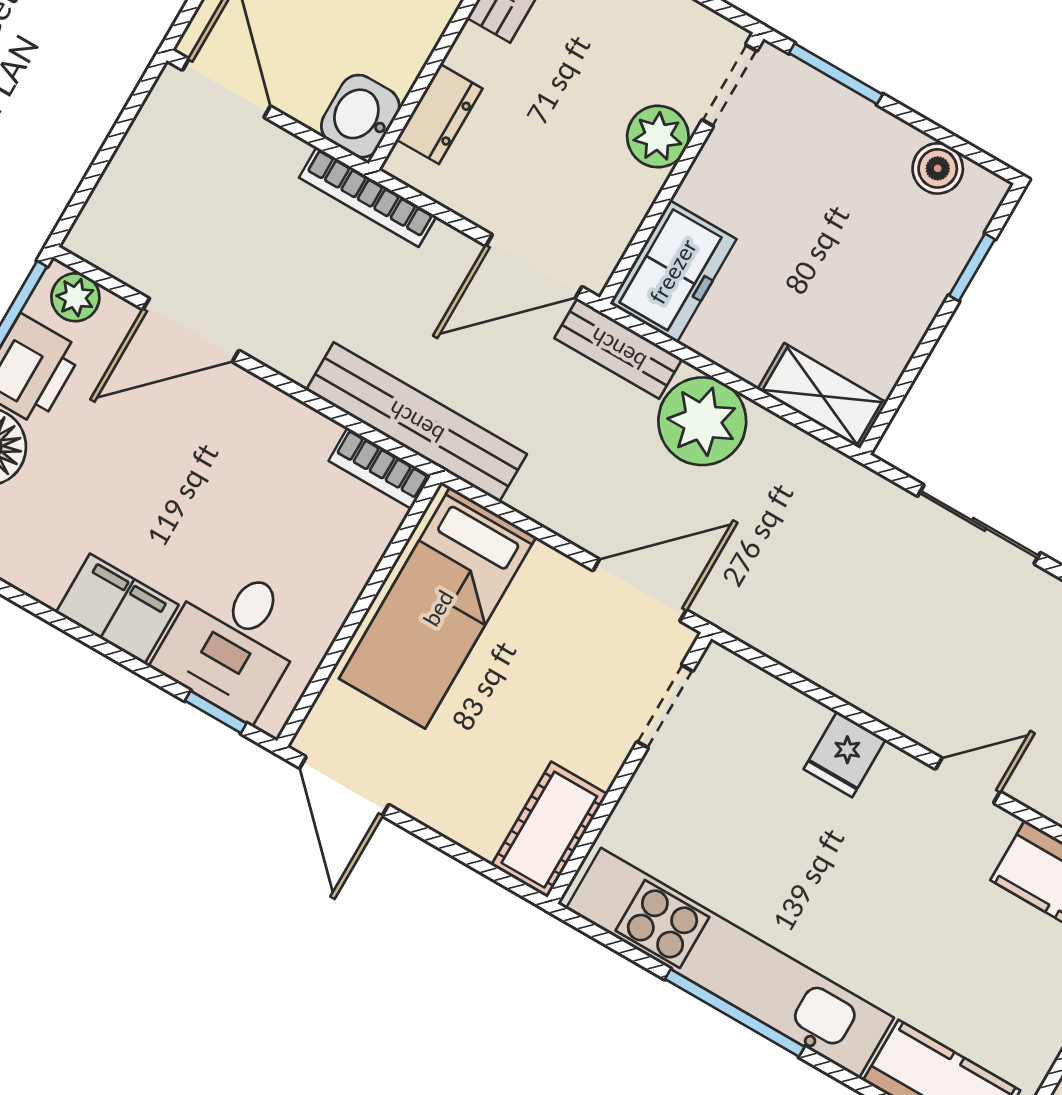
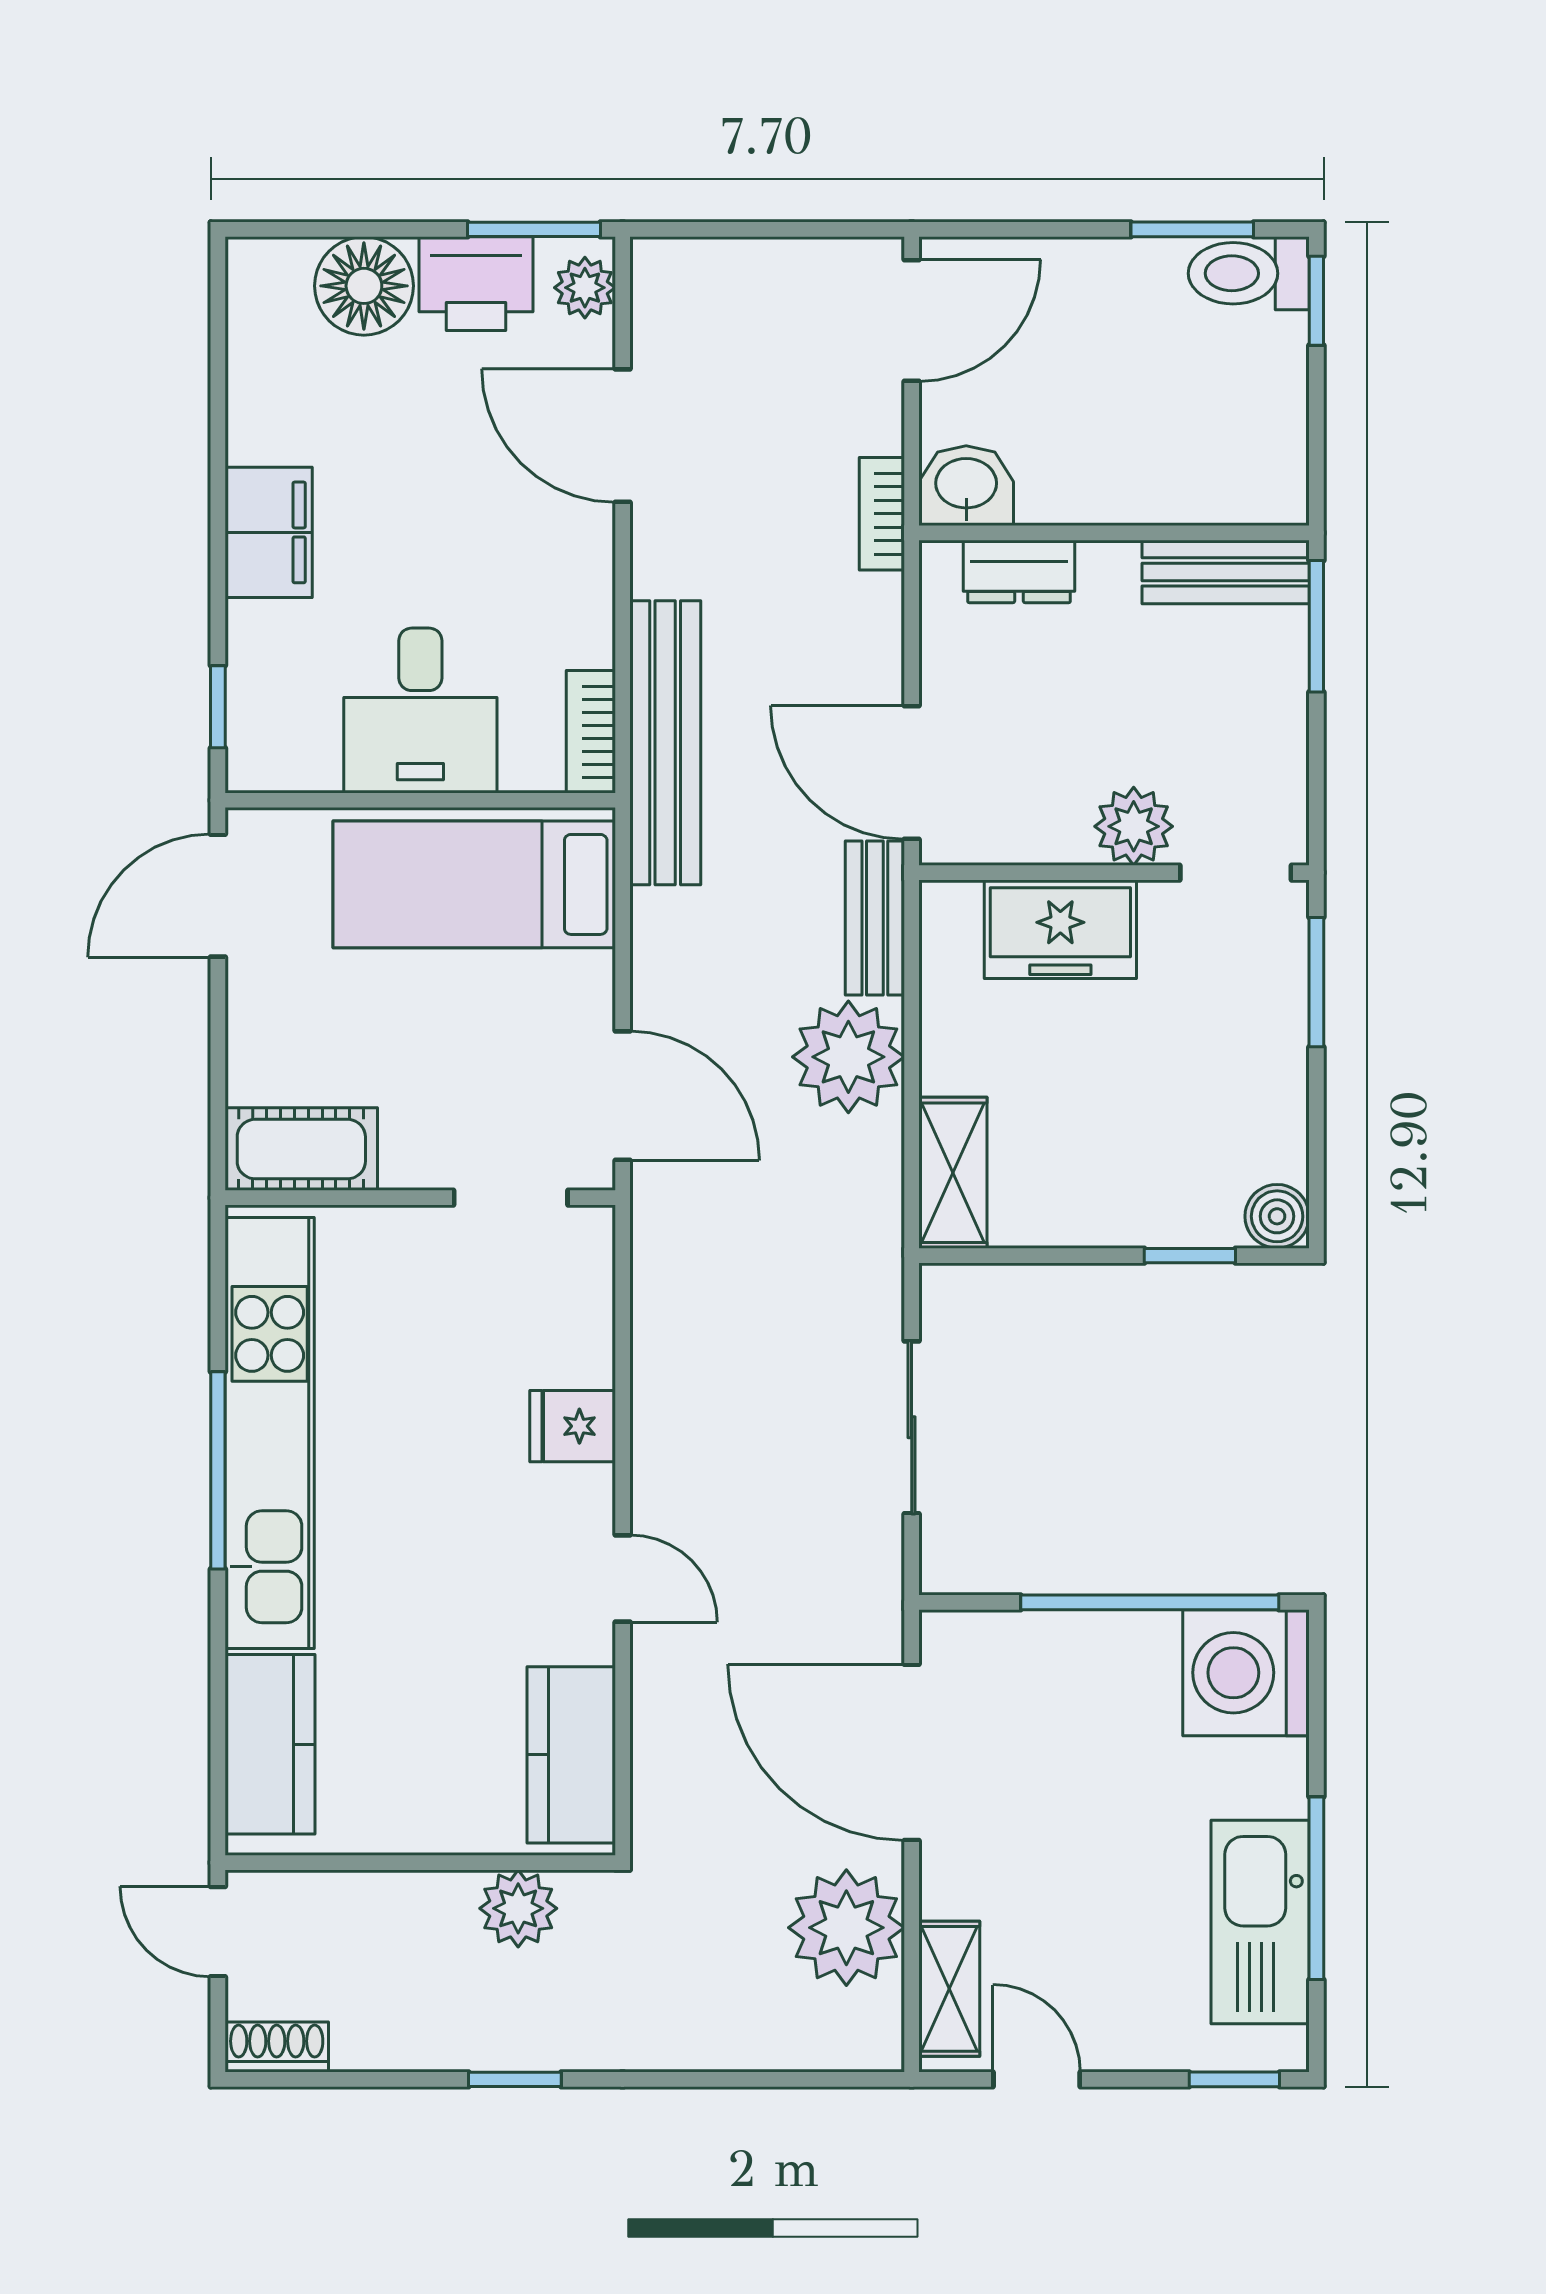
boiler: (938, 168) -> (1277, 1216), moved
bookcase: (368, 197) -> (882, 514), width x0.64
freezer: (673, 271) -> (1060, 929), moved
desk: (233, 640) -> (420, 710), moved, turned -90

